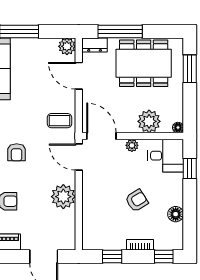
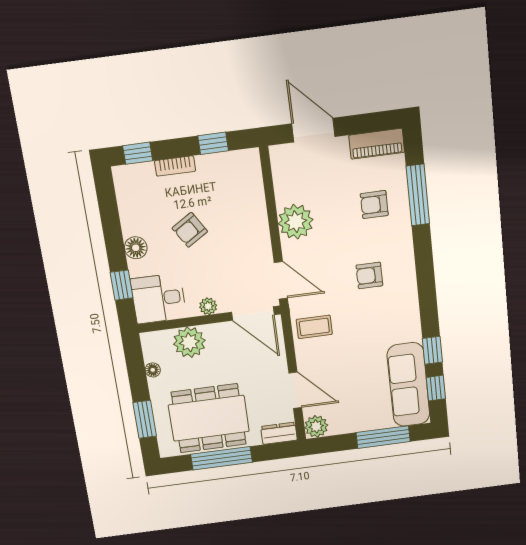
window: (120, 31) -> (221, 458), moved
floor lamp: (178, 128) -> (153, 370), moved
armchair: (17, 152) -> (369, 275), turned -90
floor lamp: (176, 214) -> (136, 248), moved

